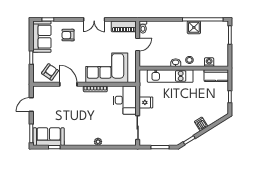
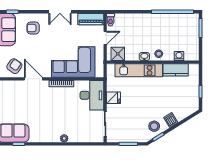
shower: (194, 27) -> (118, 54), moved
kitchen counter: (216, 76) -> (176, 70), moved
stool: (185, 130) -> (154, 126), added

